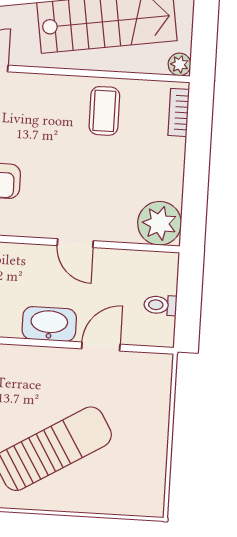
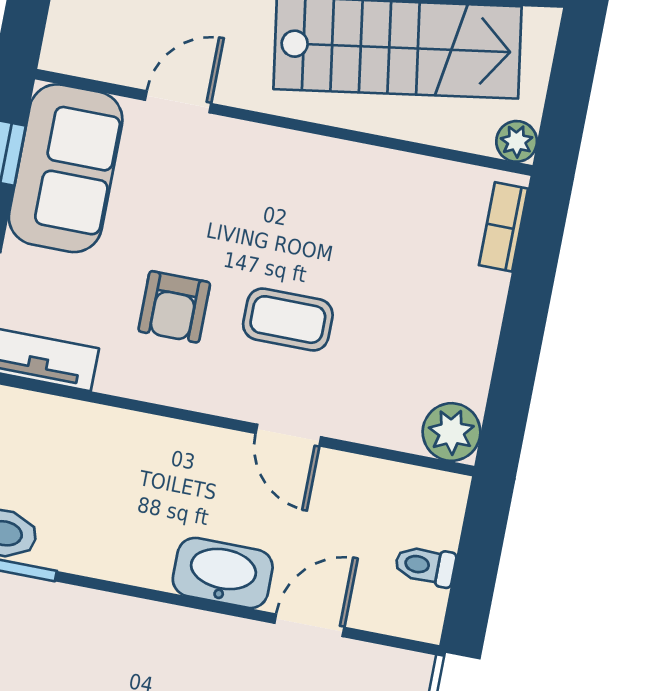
coffee table: (104, 111) -> (288, 320), moved, turned 90
plant: (160, 223) -> (451, 432), width x0.73, depth x0.73

